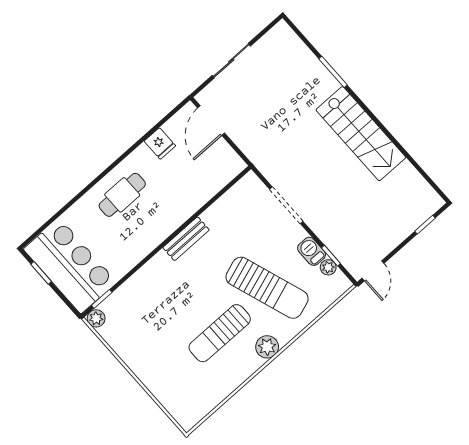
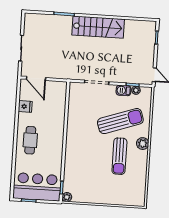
bench: (186, 239) -> (71, 133), removed

